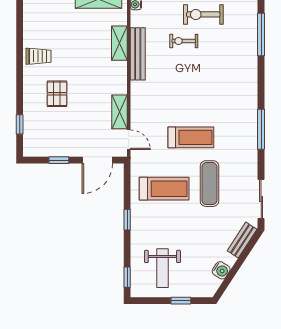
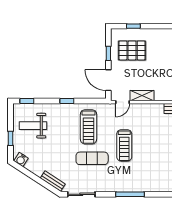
pallet: (57, 94) -> (132, 50), moved, width x1.50, depth x1.42
water cooler: (221, 270) -> (21, 160), moved

